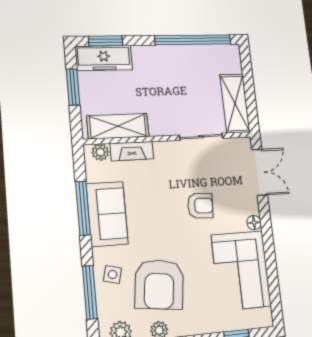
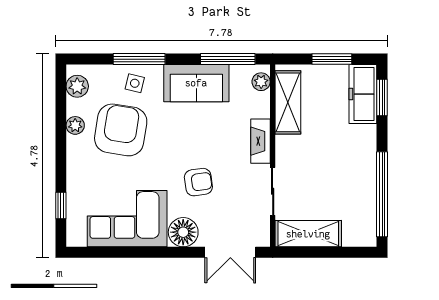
fireplace: (132, 151) -> (261, 141), moved
armchair: (200, 206) -> (198, 182), turned -101
window: (83, 208) -> (228, 59), moved
floor lamp: (254, 223) -> (183, 232), width x1.89, depth x1.89
armchair: (159, 284) -> (121, 130), turned 92
window: (90, 292) -> (139, 59), moved

